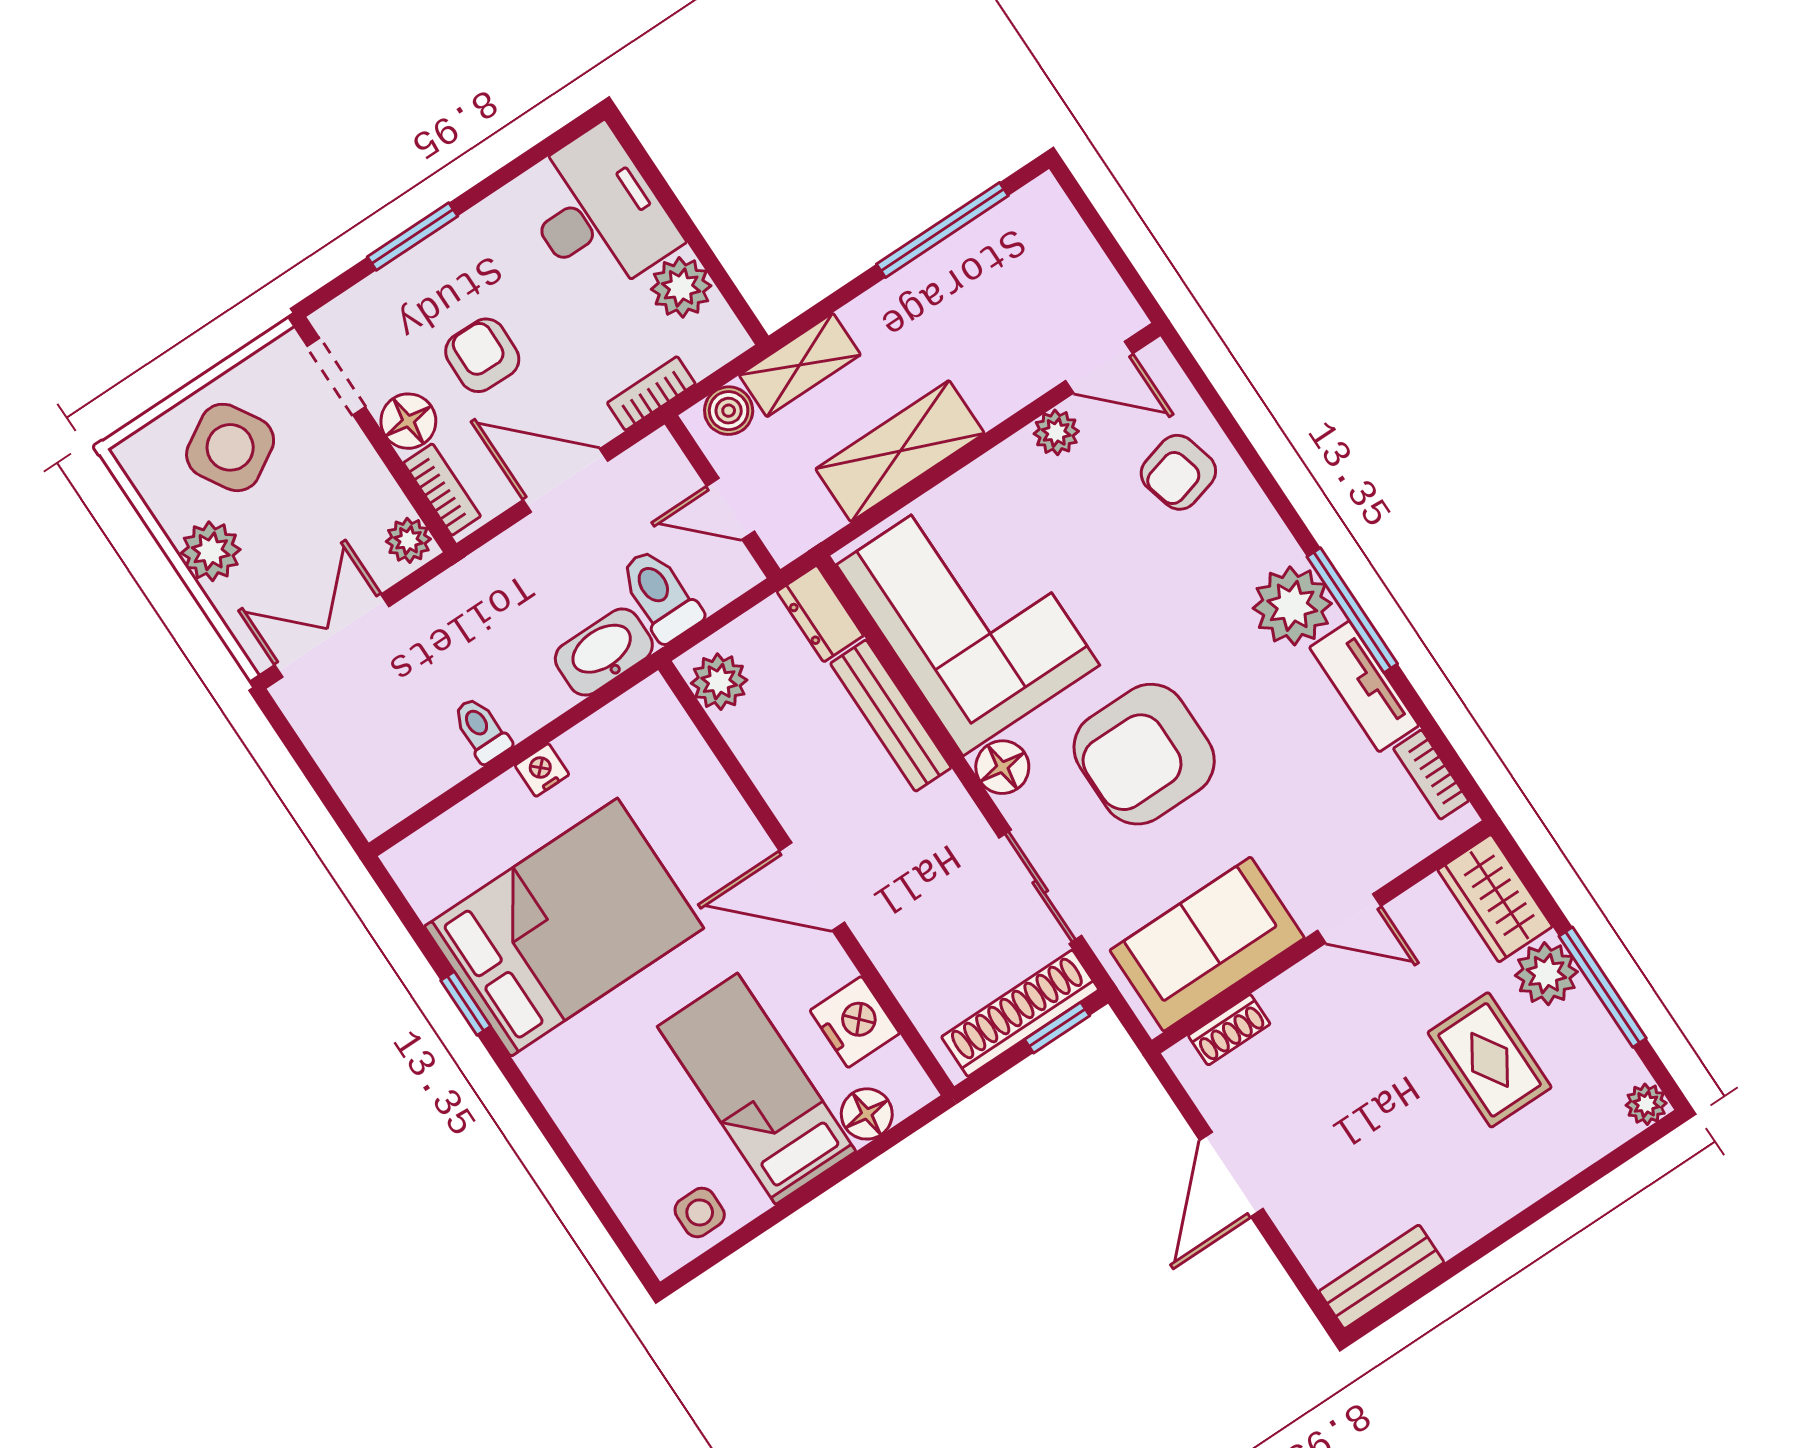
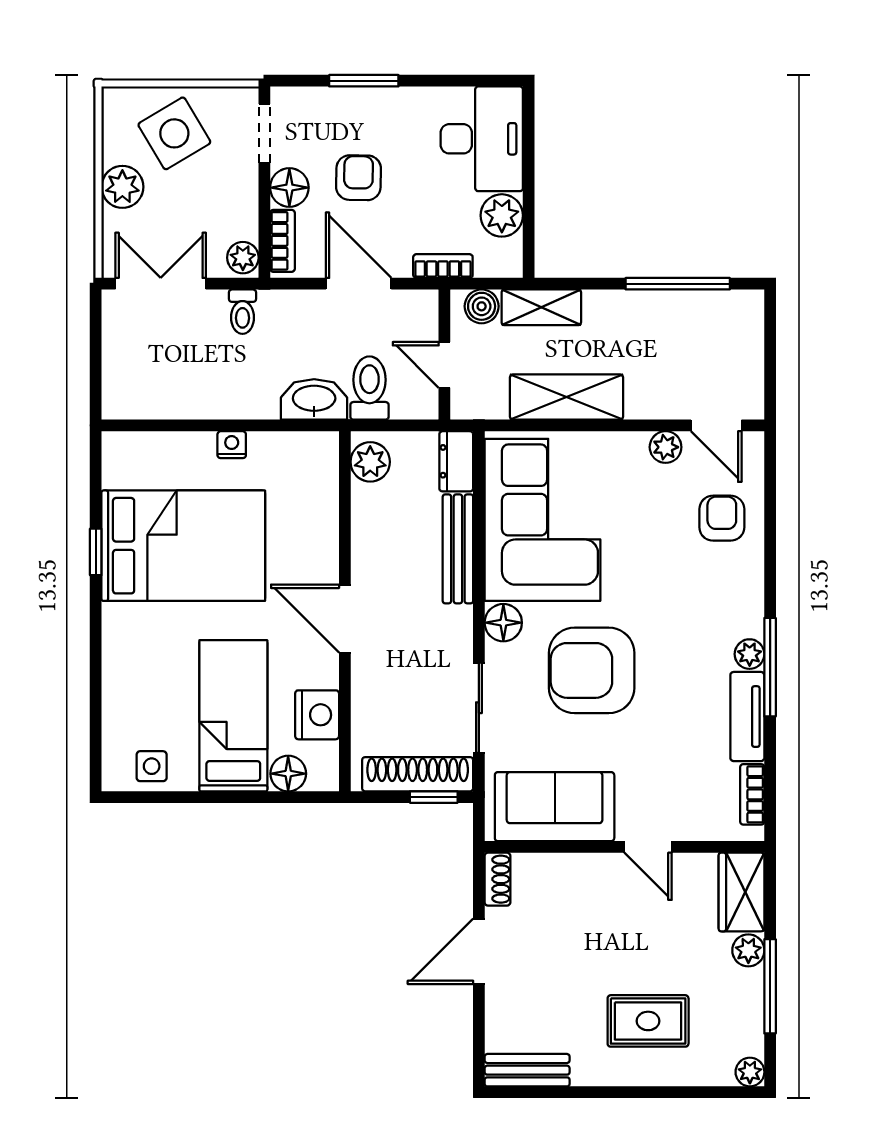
armchair: (1178, 472) -> (722, 518), turned 105
plant: (1292, 606) -> (750, 654), width x0.53, depth x0.53
toilet: (481, 730) -> (243, 312), moved, turned 180
plant: (1546, 974) -> (748, 950), width x0.73, depth x0.73
shoe rack: (1229, 1030) -> (497, 879), moved, turned -90
rug: (1490, 1060) -> (648, 1021), moved, turned 90

